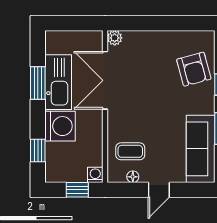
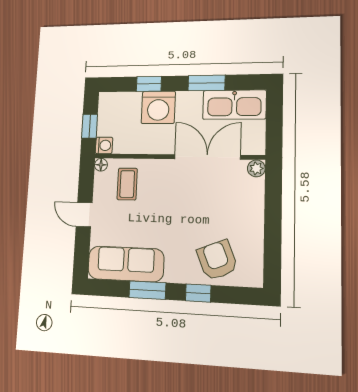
armchair: (194, 69) -> (217, 260), turned 83
kitchen sink: (58, 82) -> (234, 105), moved
window: (38, 150) -> (149, 84), moved
floor lamp: (133, 177) -> (101, 165), moved

